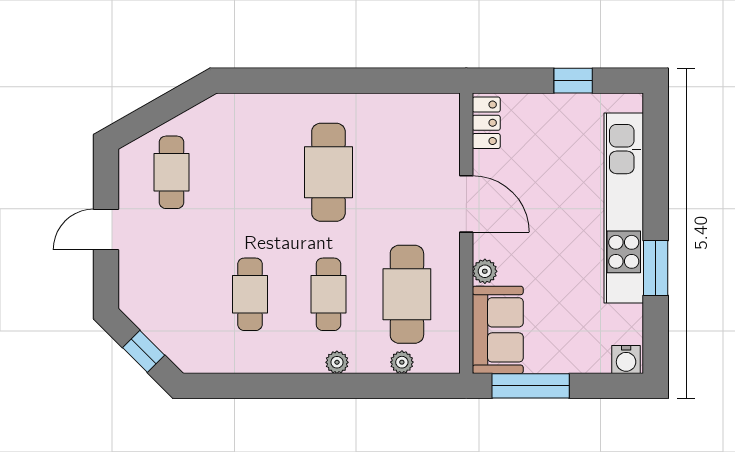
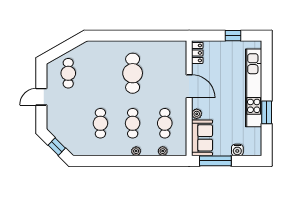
cafe table: (407, 294) -> (165, 123), width x0.73, depth x0.74
water cooler: (626, 360) -> (237, 150), moved

